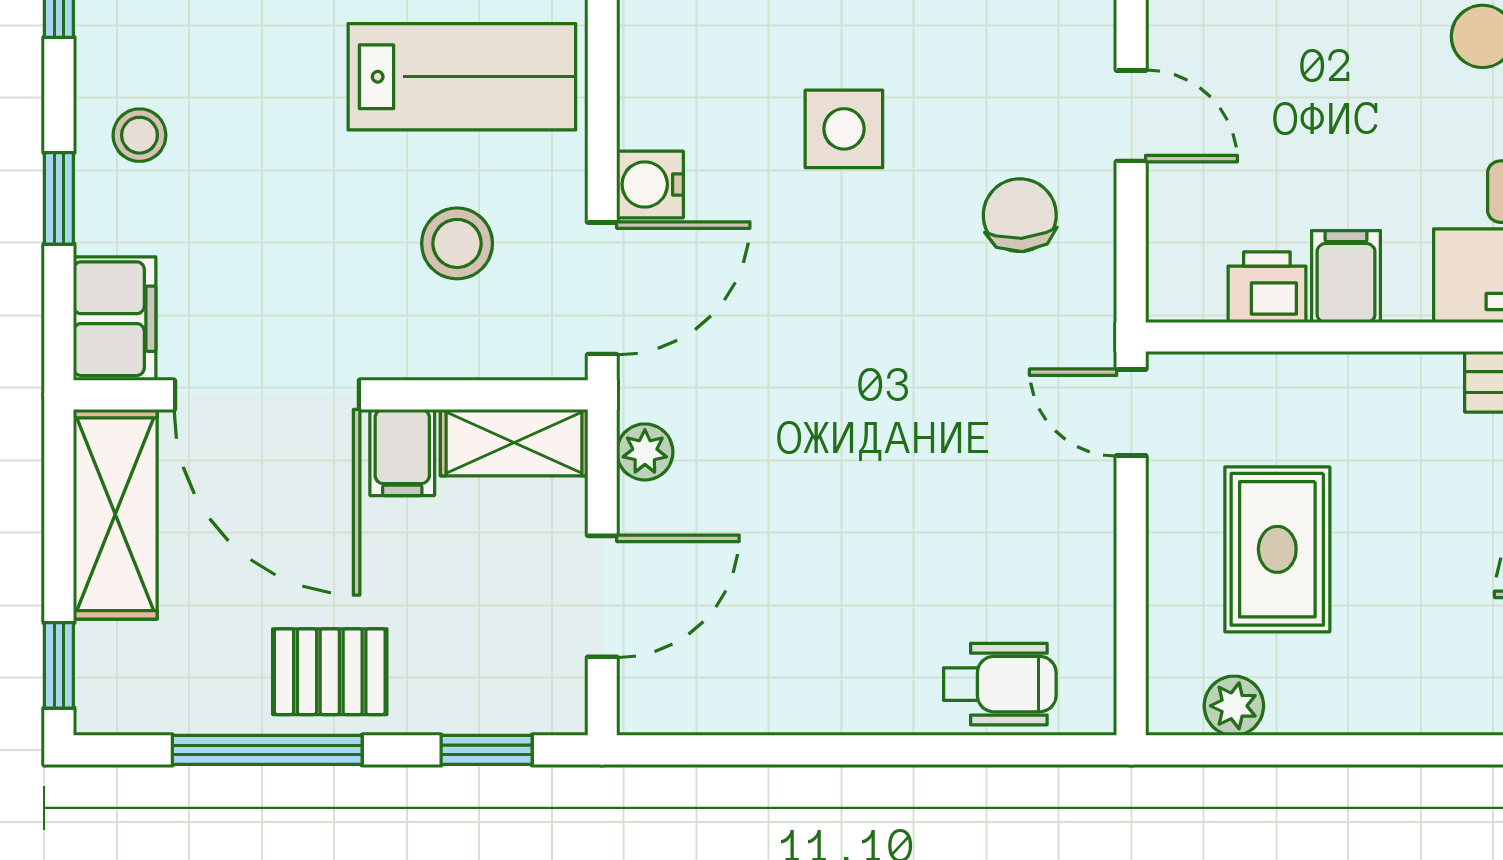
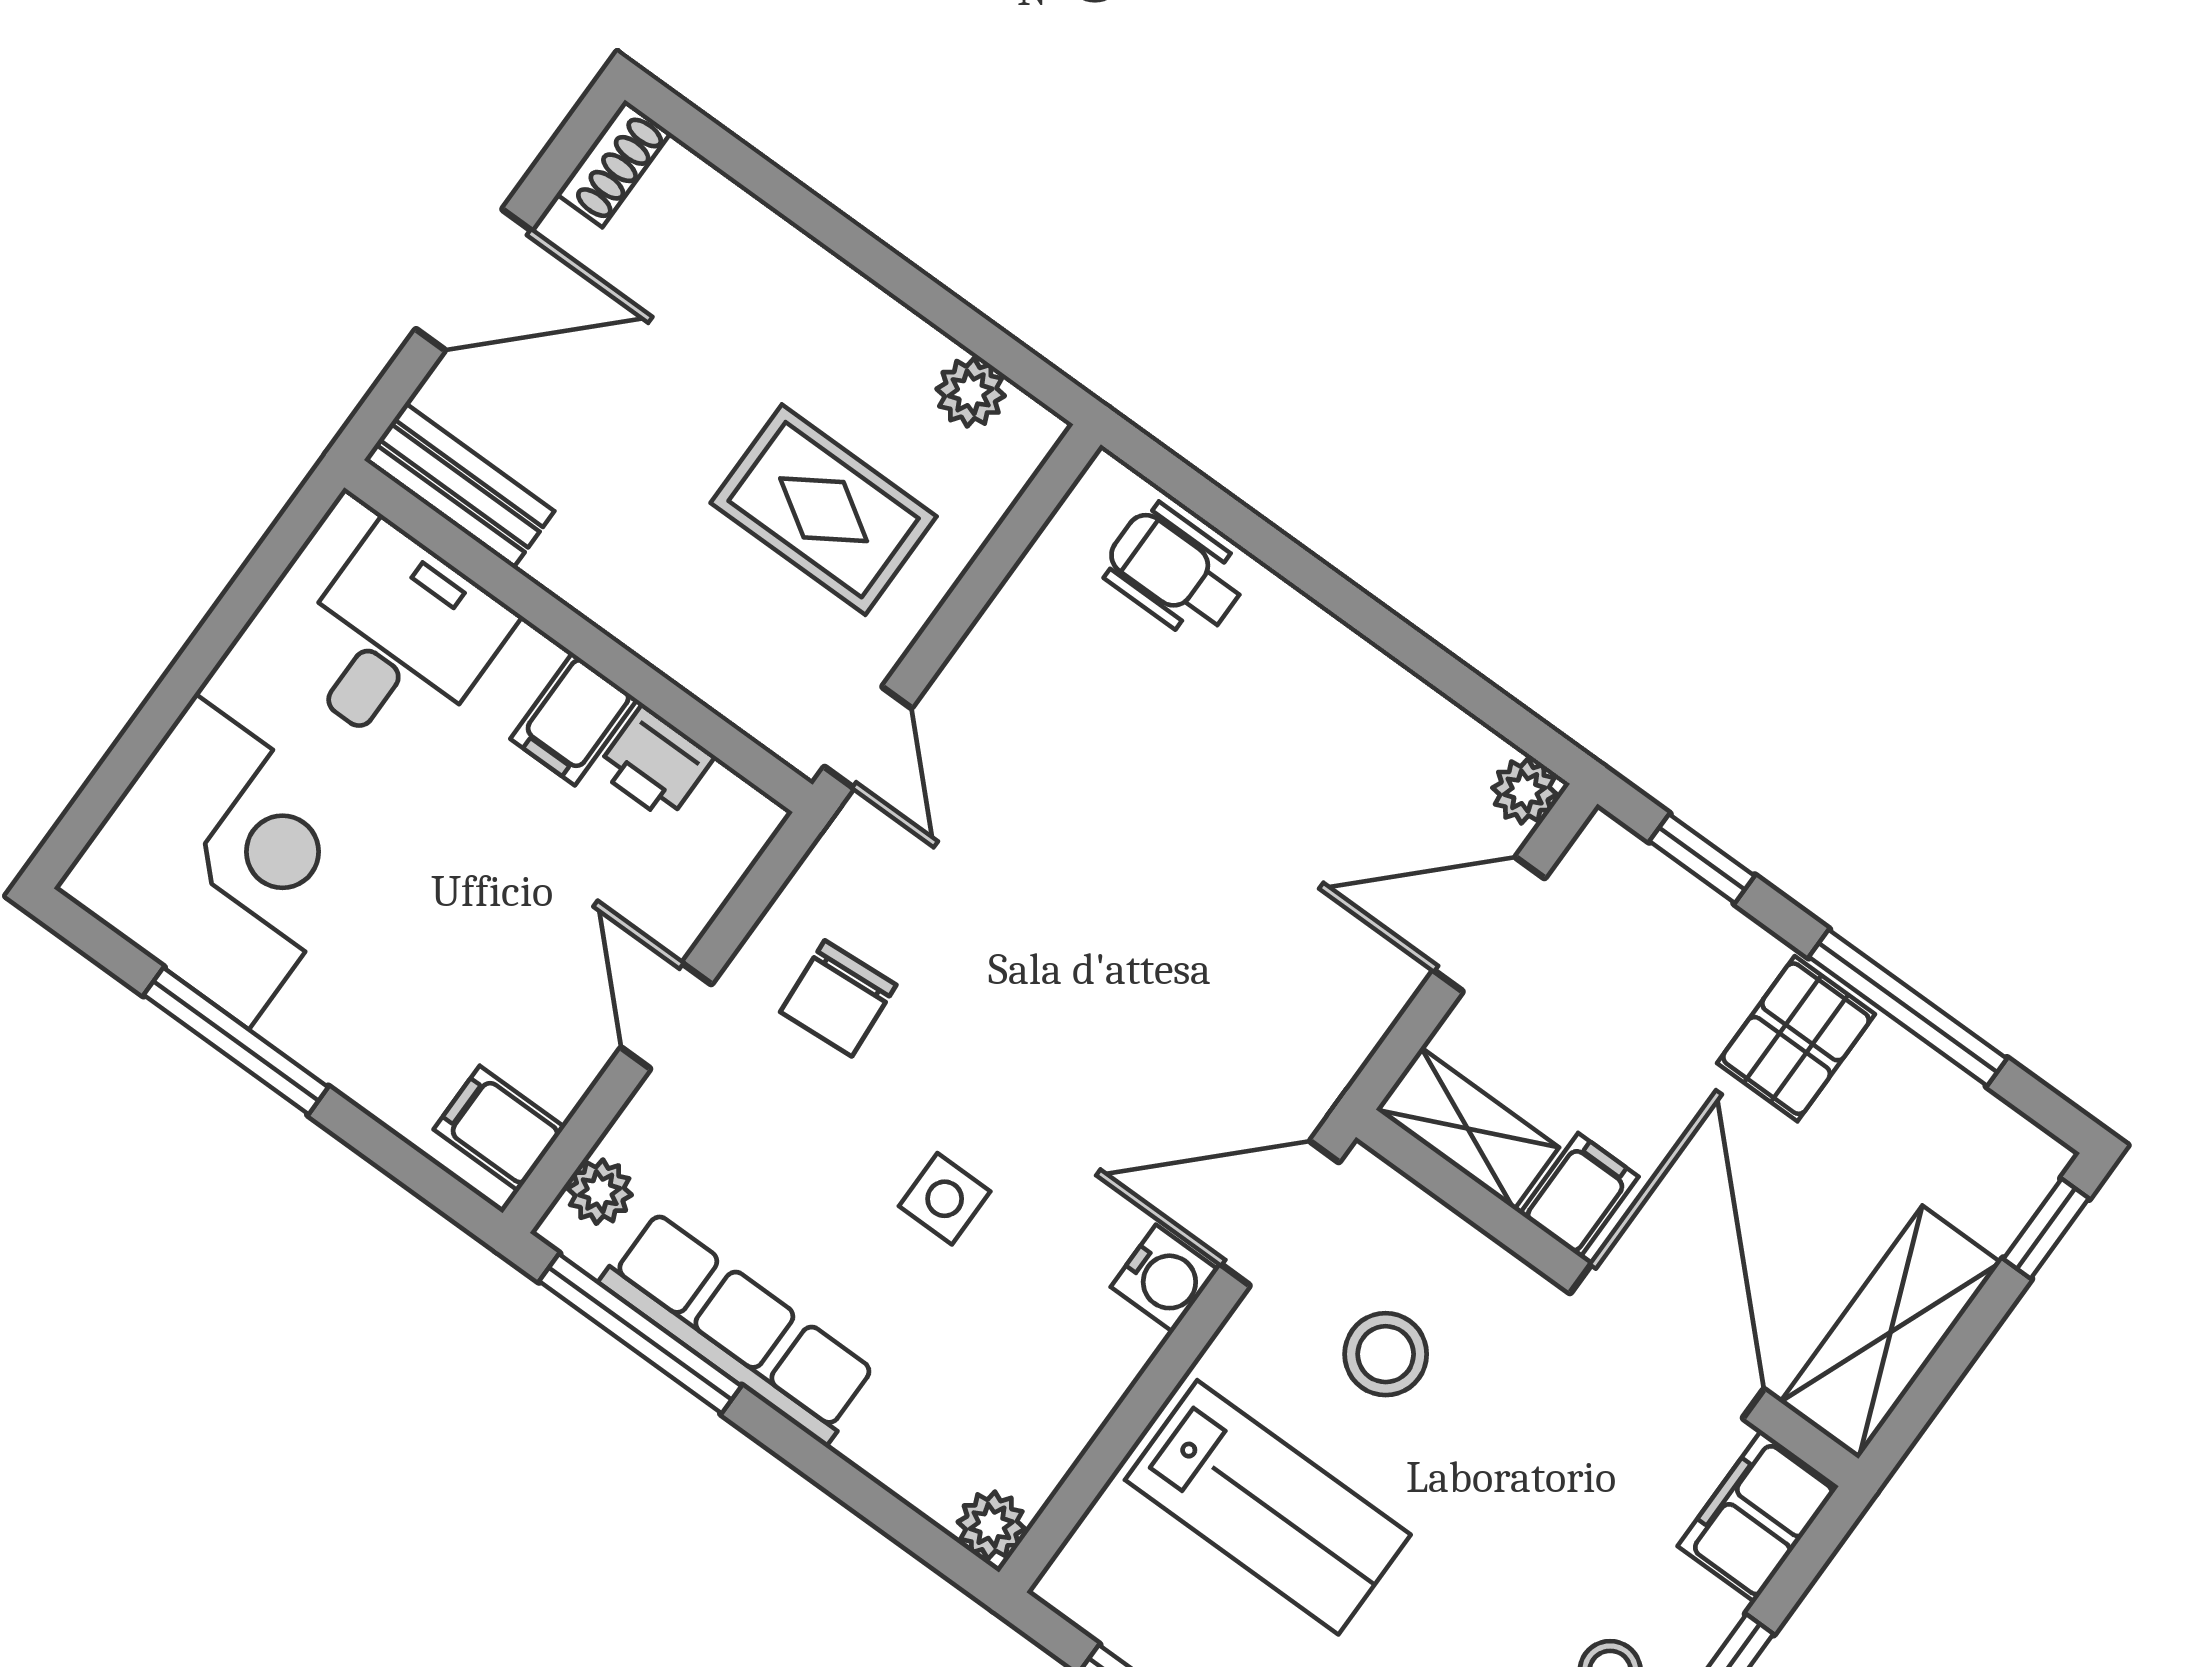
lab bench: (462, 77) -> (1268, 1507), turned 180
side table: (844, 129) -> (945, 1199), width x0.73, depth x0.73
plant: (645, 452) -> (1525, 791), moved
rug: (1277, 549) -> (824, 510), turned 90
pallet: (330, 672) -> (1796, 1039), turned 90

